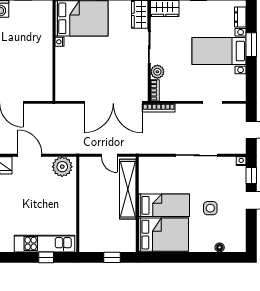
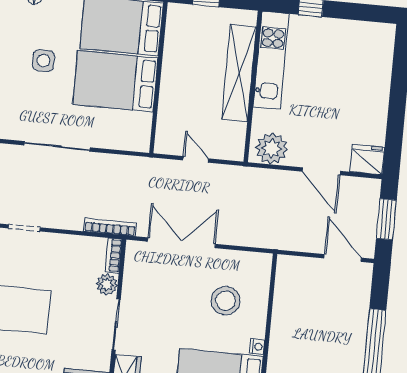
stool: (82, 69) -> (225, 301), added
double door: (113, 102) -> (181, 243), width x0.73
shelving: (128, 189) -> (239, 73), moved
bed: (164, 205) -> (115, 81), width x1.50
kitchen unit: (45, 244) -> (271, 60), moved, turned -90

